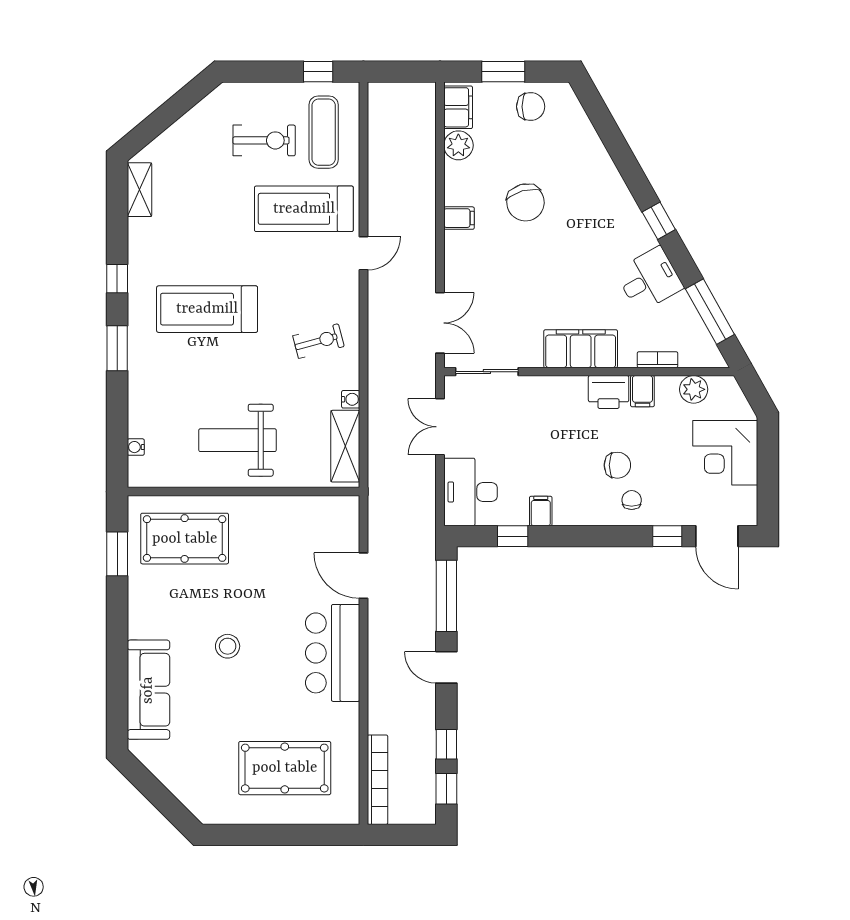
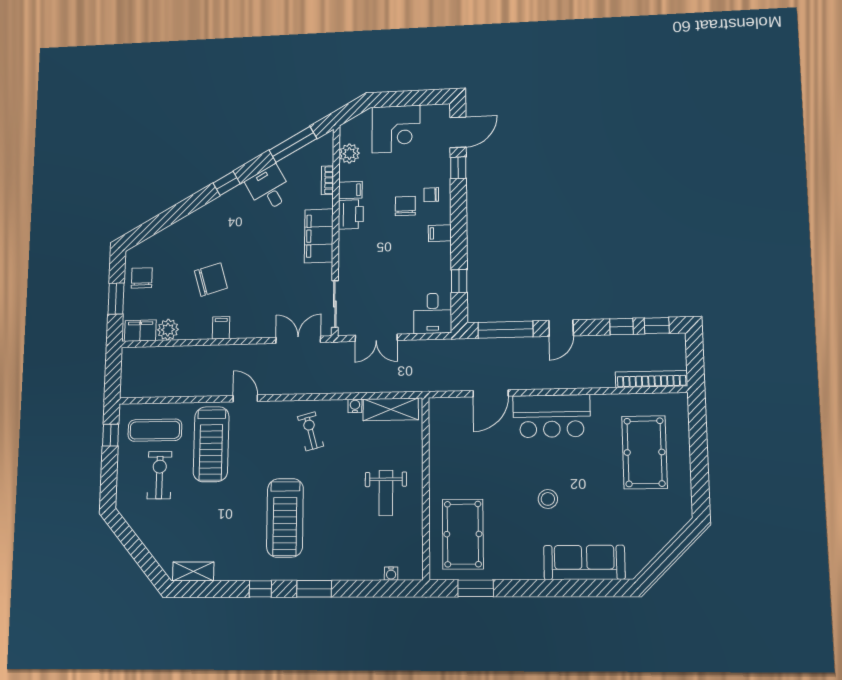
weight bench: (237, 440) -> (386, 493), width x0.73, depth x0.75
desk: (471, 492) -> (433, 313), width x0.73
filing cabinet: (541, 511) -> (440, 233), moved

